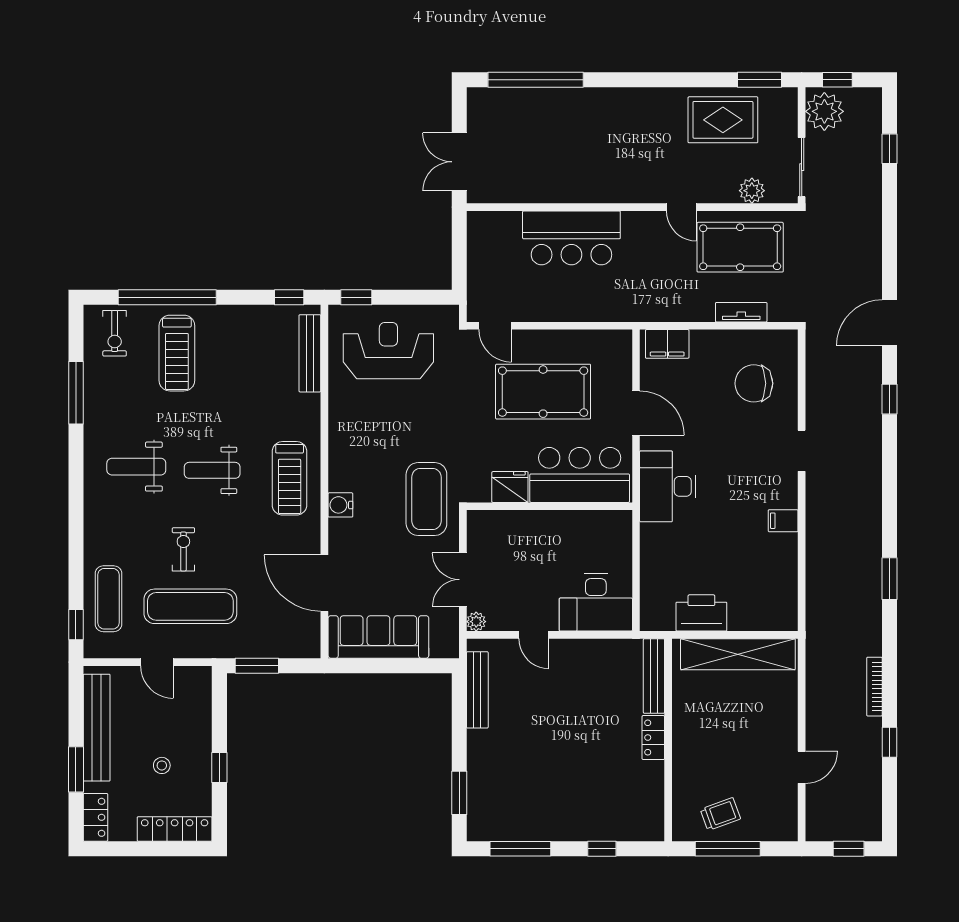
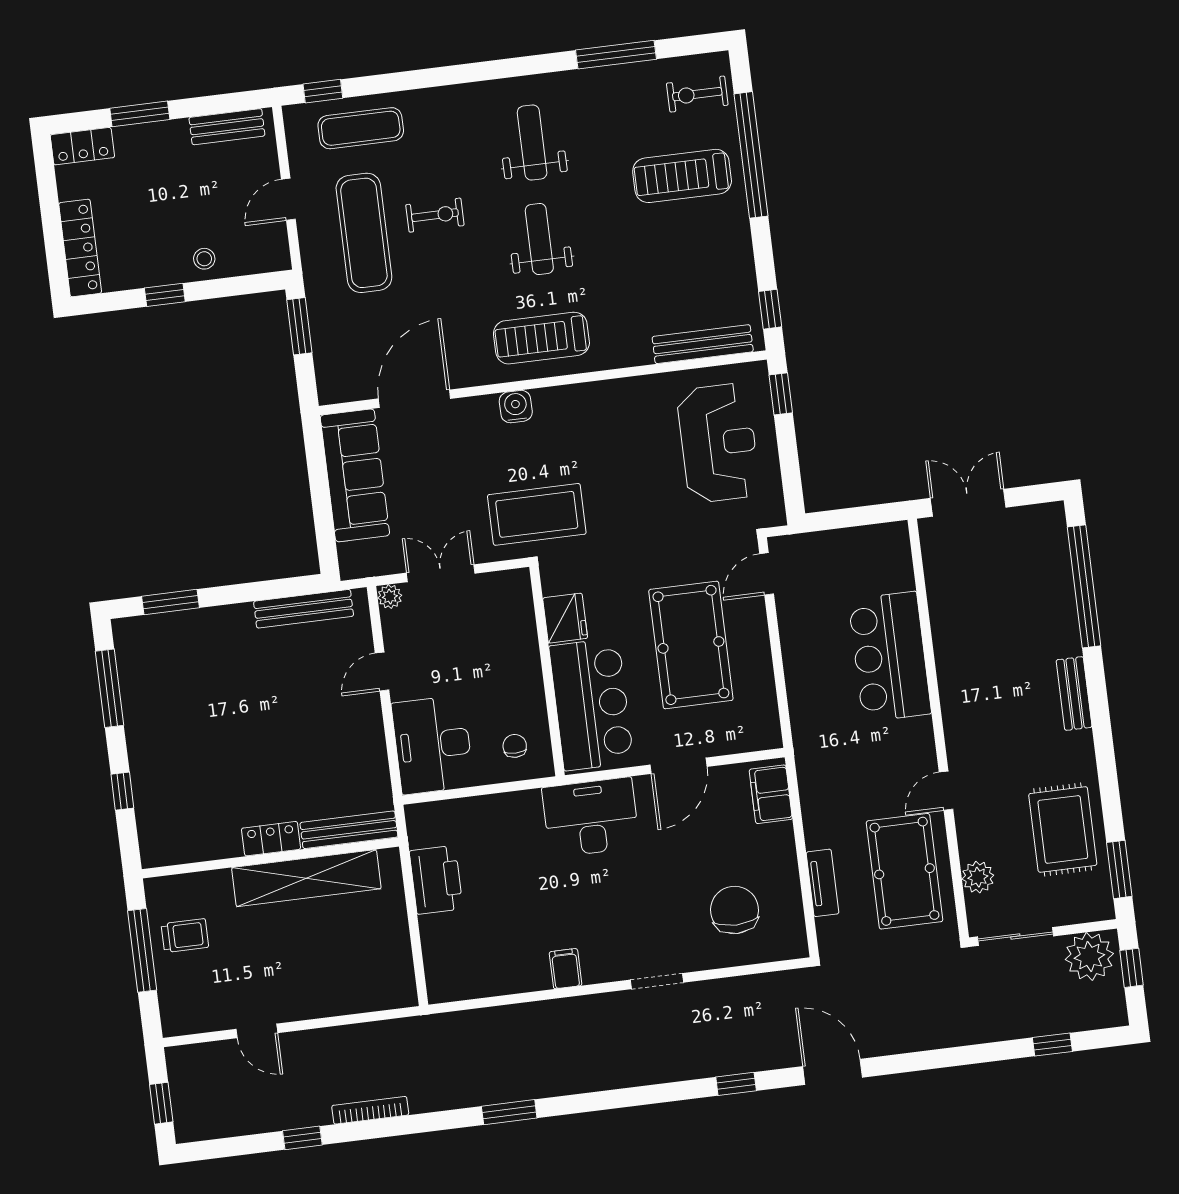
bench: (618, 98) -> (1074, 694), added
chair: (605, 539) -> (515, 746), added
shelving: (738, 654) -> (306, 878), moved, turned 90
bench: (97, 728) -> (227, 127), width x0.54, depth x0.82
stool: (162, 765) -> (204, 259), moved
trolley: (720, 814) -> (185, 936), turned -70

